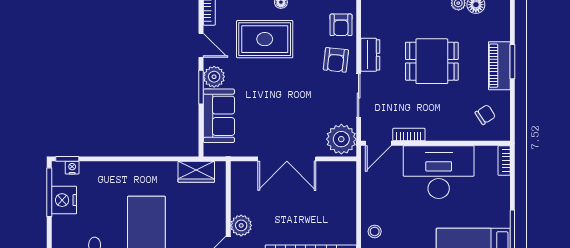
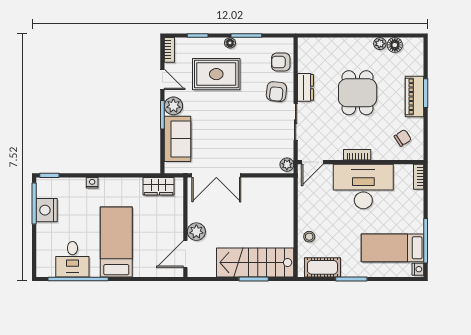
armchair: (341, 25) -> (281, 62), turned 90
dining table: (432, 61) -> (358, 93), turned 90
bookcase: (409, 135) -> (357, 155), moved
plant: (341, 139) -> (287, 165), width x0.53, depth x0.53
double door: (287, 159) -> (216, 175), moved
nightstand: (72, 168) -> (92, 183), moved

